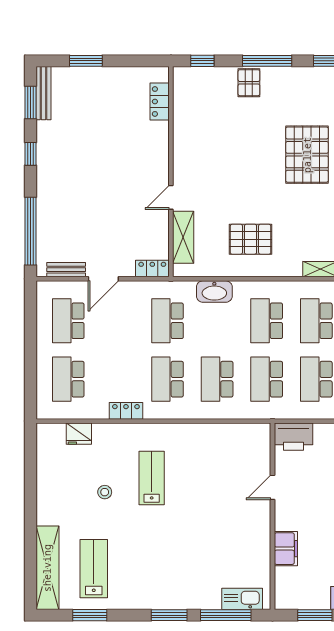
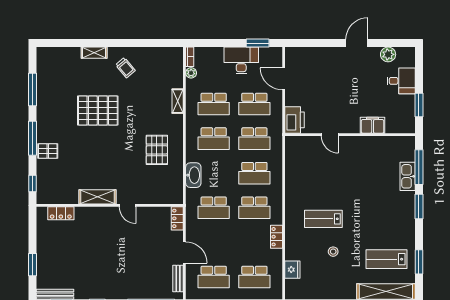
shelving: (183, 237) -> (98, 197), moved
kitchen sink: (242, 599) -> (408, 176), moved

